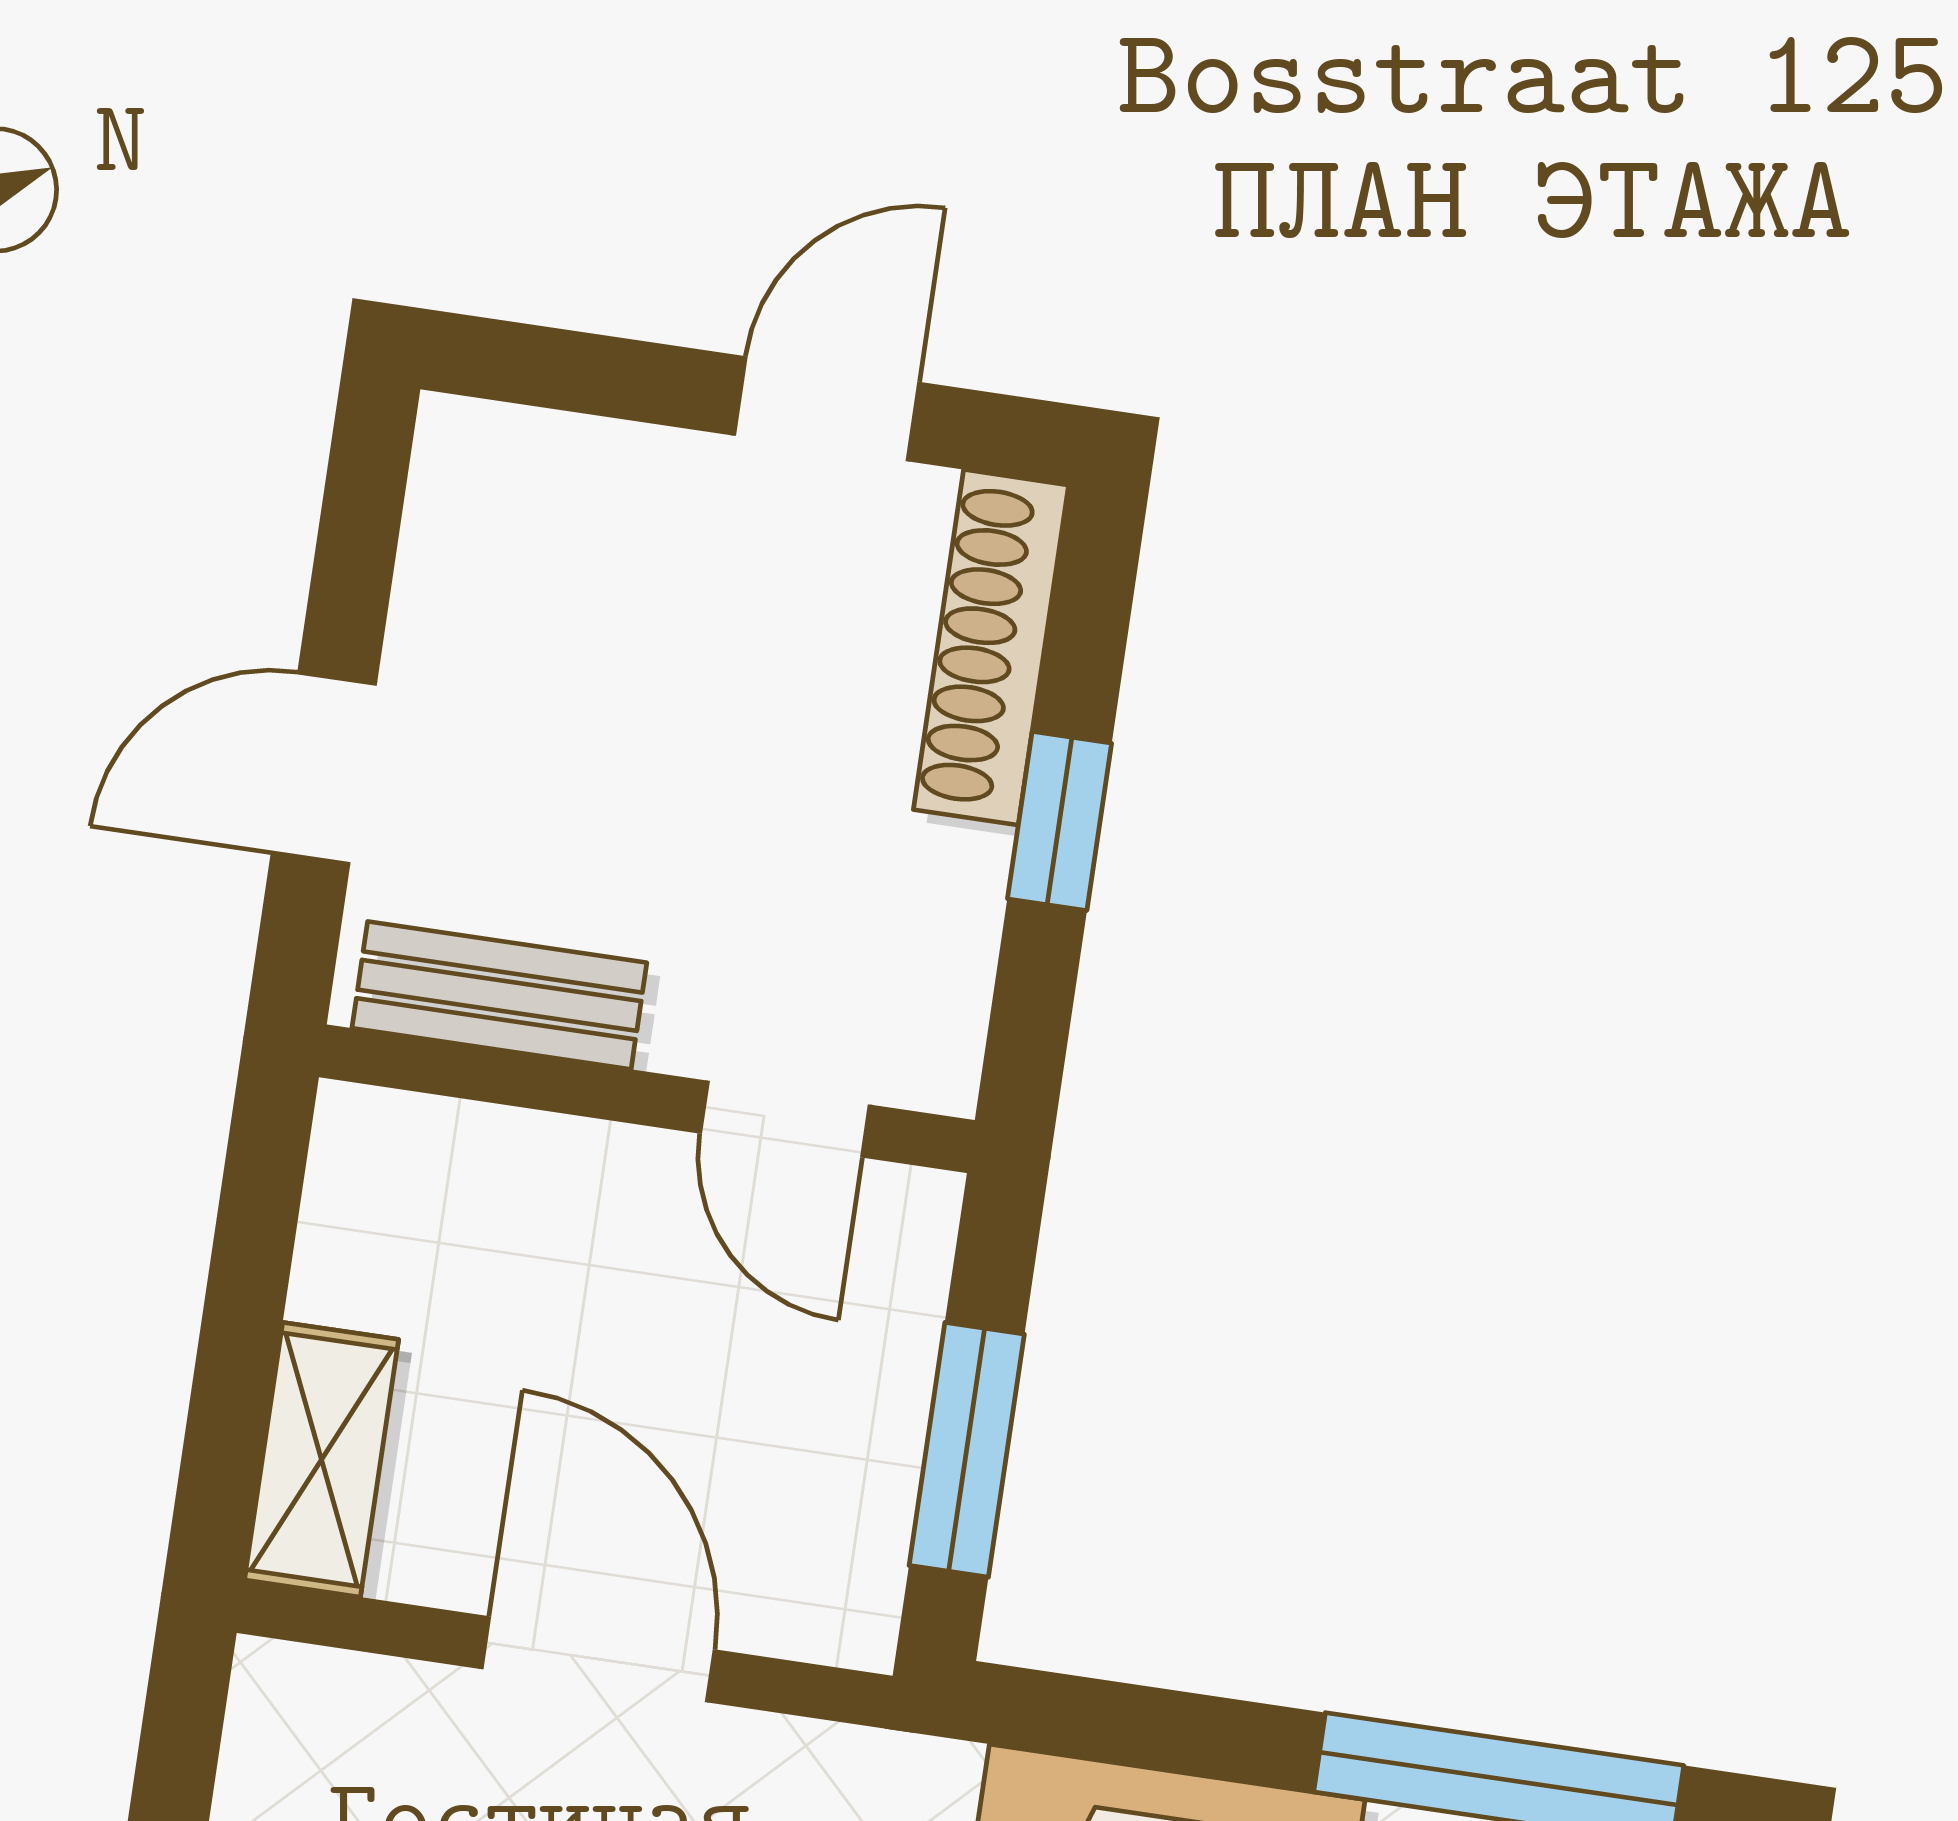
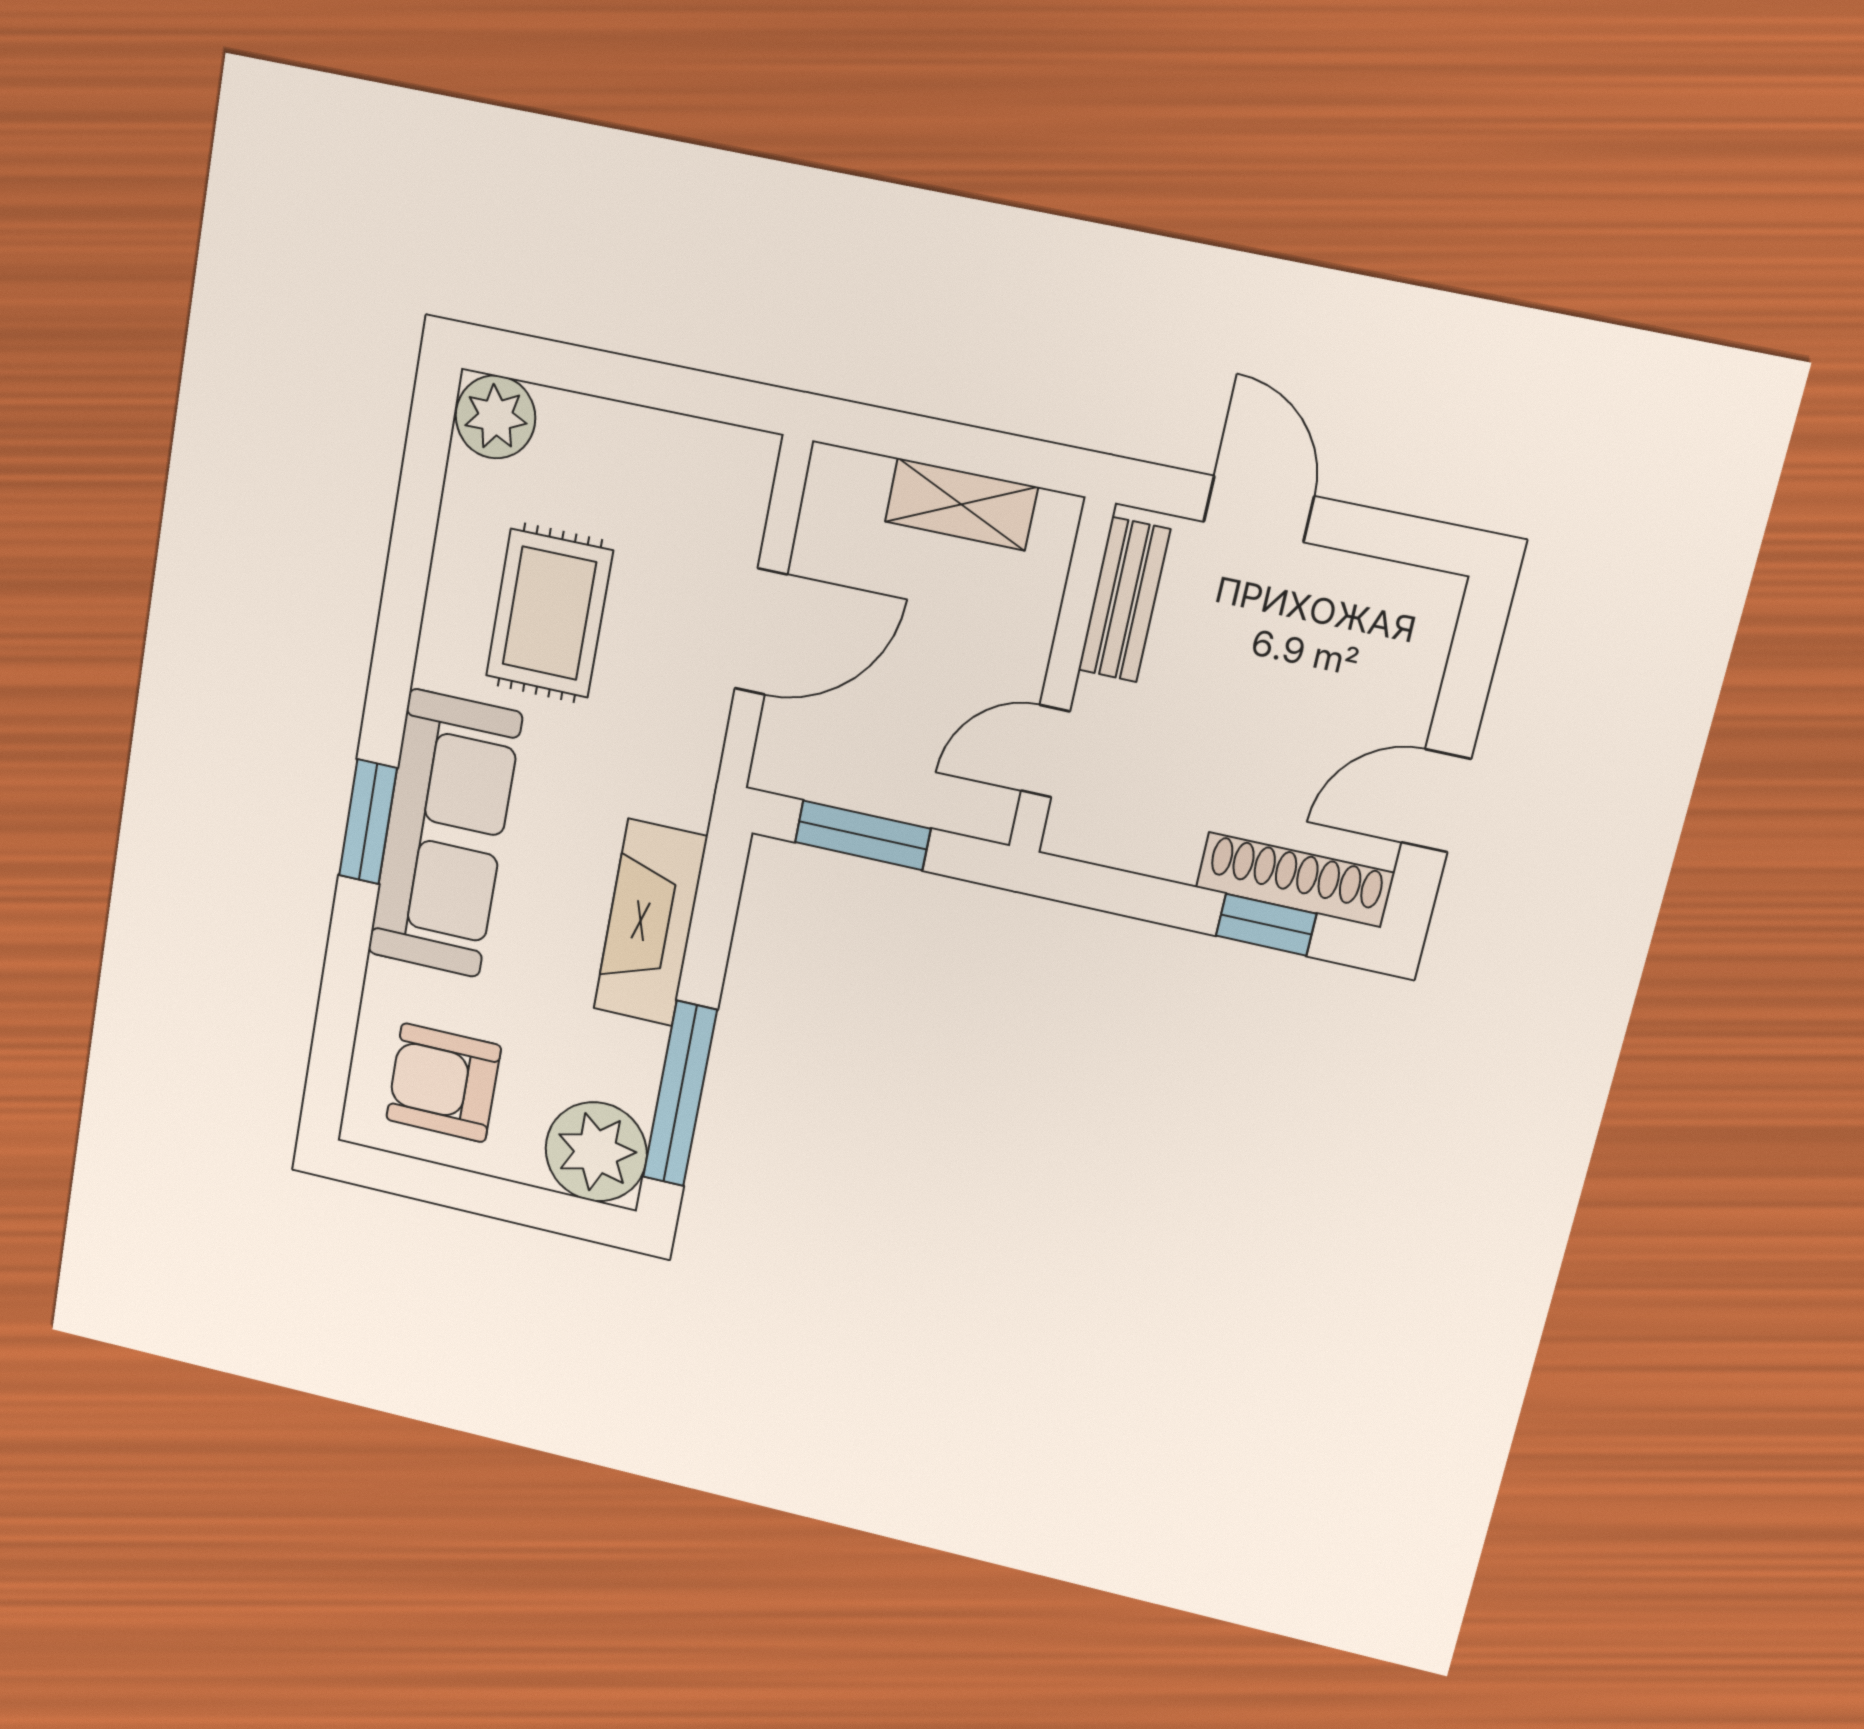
door: (827, 409) -> (1436, 801), swing flipped
window: (1060, 821) -> (1266, 925), moved
shelving: (322, 1460) -> (961, 504), moved

